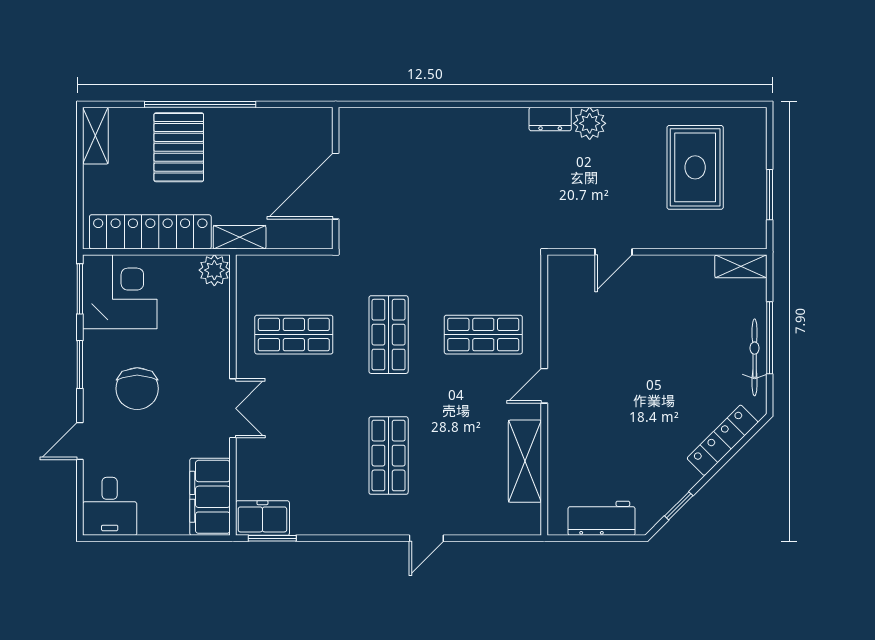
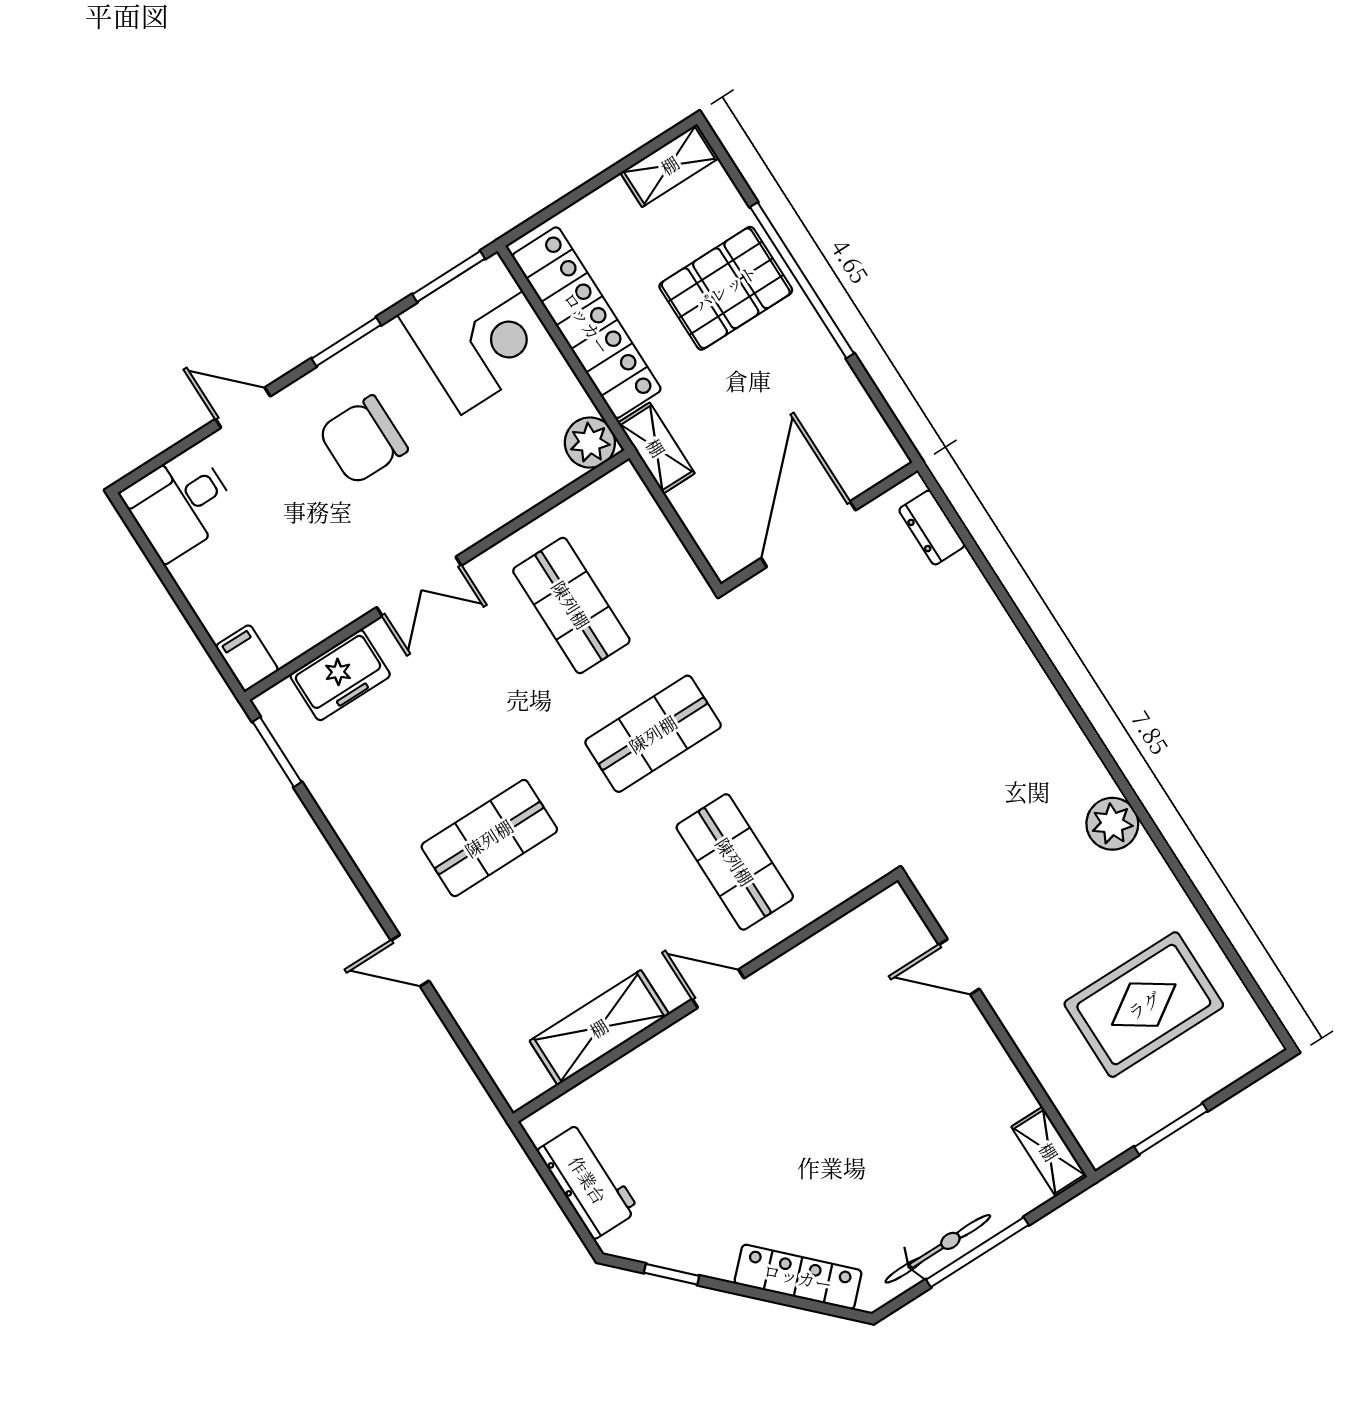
dresser: (550, 119) -> (932, 528), moved
door: (336, 186) -> (808, 534), hinge flipped
filing cabinet: (210, 497) -> (247, 658), width x0.33, depth x0.86
freezer: (262, 518) -> (340, 675), moved, turned 90

